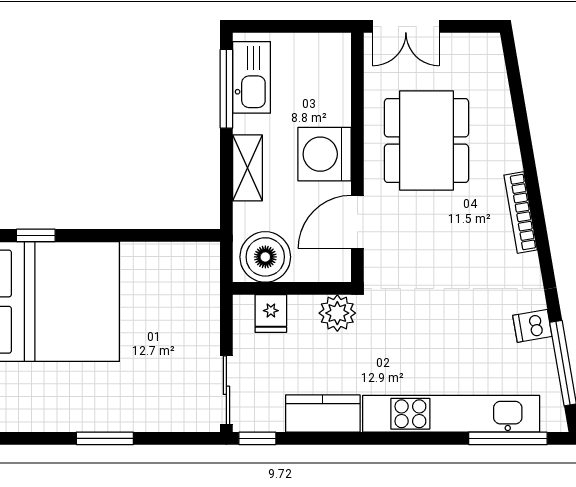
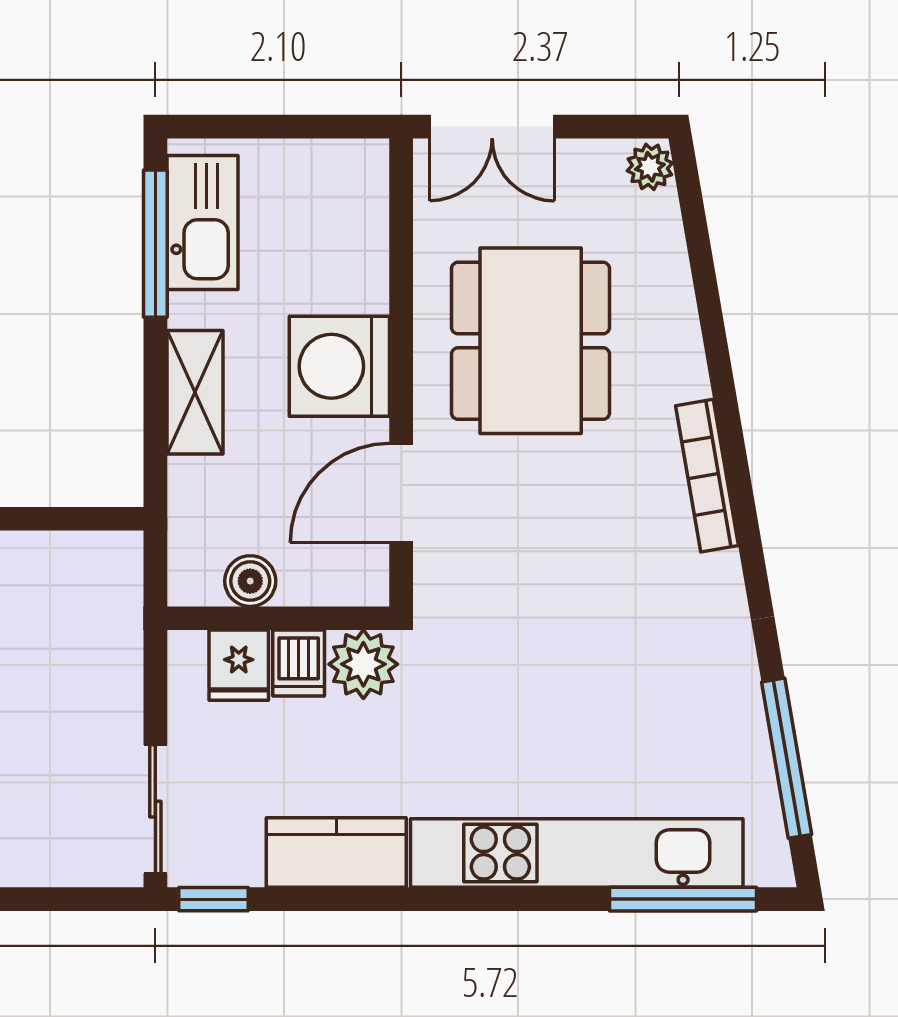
plant: (490, 48) -> (650, 167), added
boiler: (265, 257) -> (250, 581), width x0.54, depth x0.54
dishwasher: (532, 326) -> (299, 663), moved, turned -80

